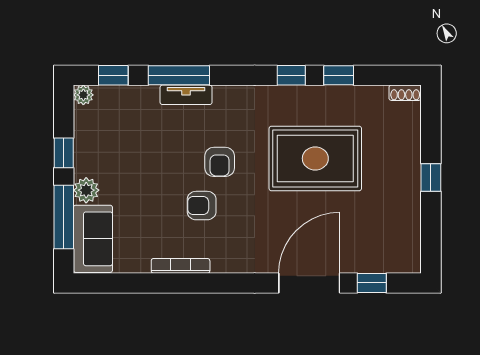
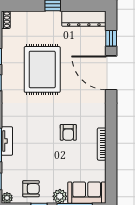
armchair: (220, 162) -> (31, 189), moved
dresser: (407, 234) -> (84, 19), added

